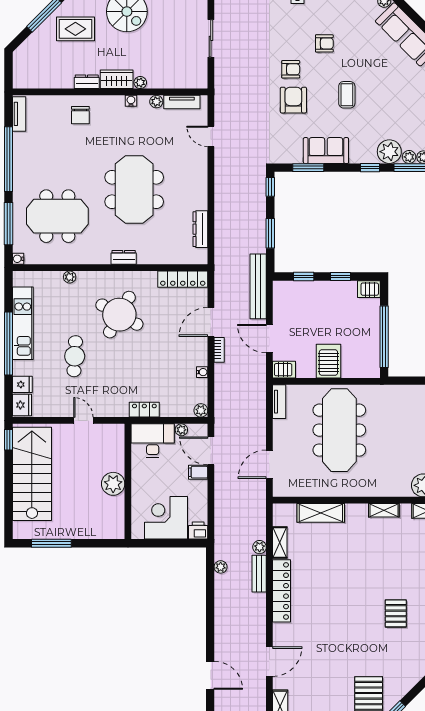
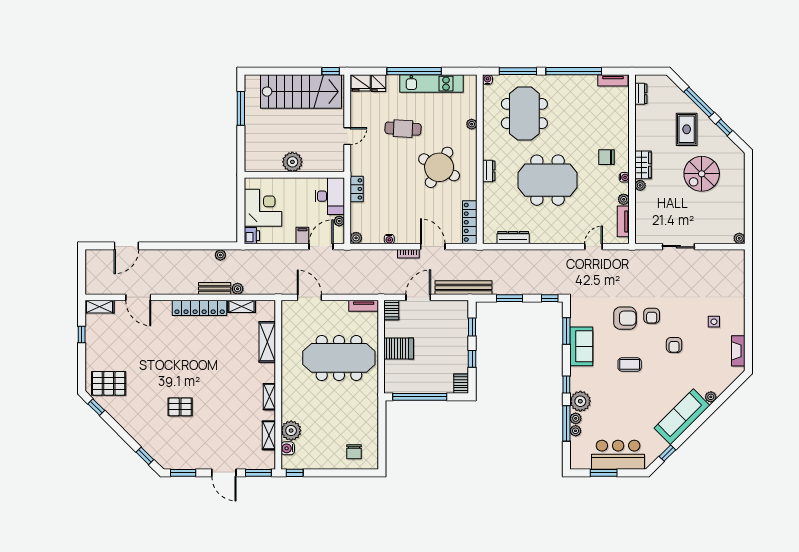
dresser: (87, 82) -> (641, 94), moved
chair: (80, 115) -> (607, 157), moved

